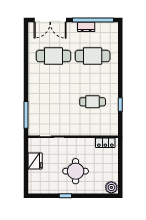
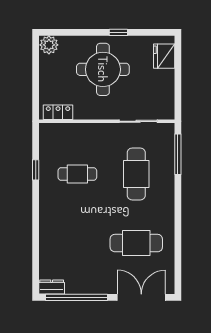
dresser: (86, 27) -> (52, 287), moved
cafe table: (93, 56) -> (136, 174), moved, turned 90
fridge: (35, 161) -> (164, 56), moved
round table: (76, 171) -> (103, 69), width x1.36, depth x1.36

